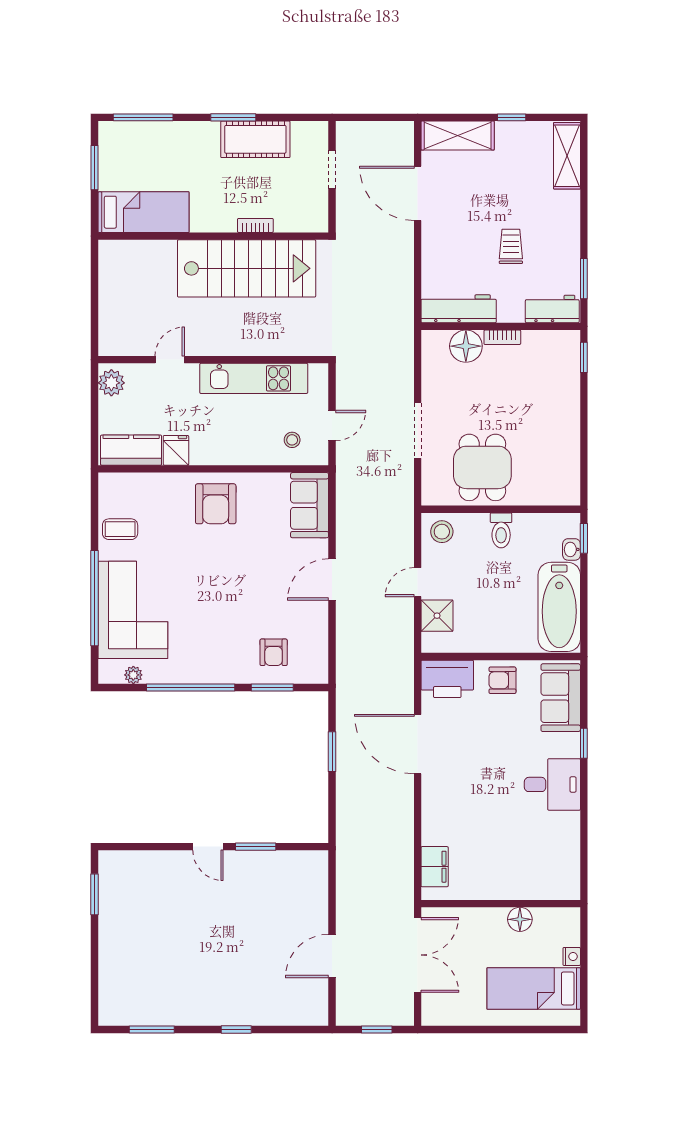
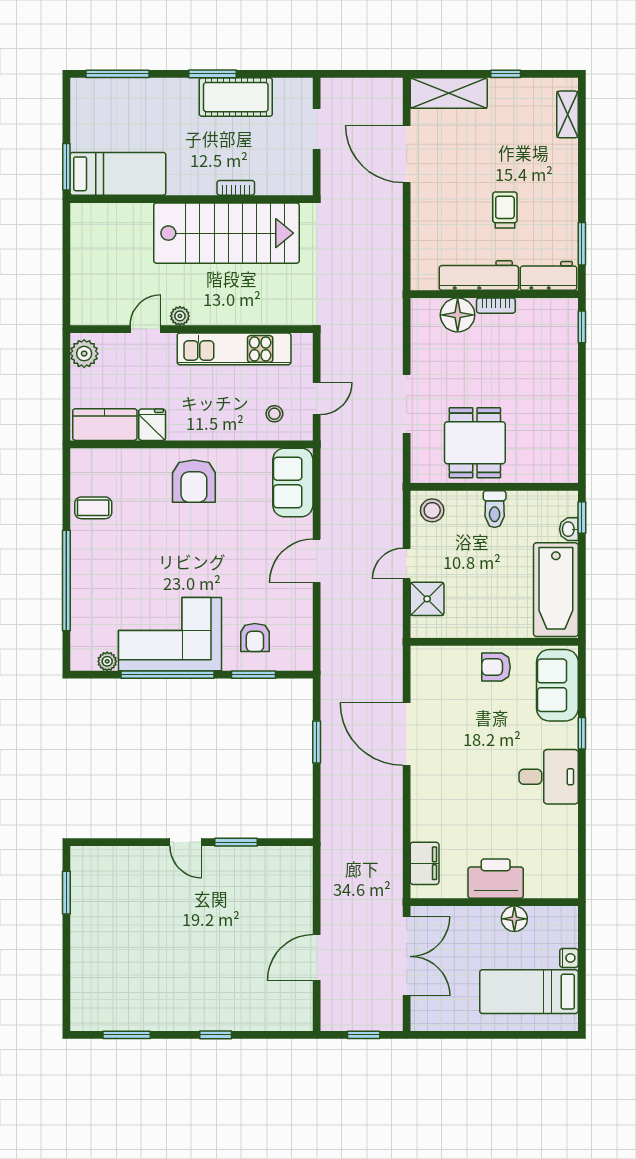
shelving: (567, 156) -> (568, 114), width x0.67, depth x0.75
window: (95, 168) -> (66, 167), moved
workbench: (459, 309) -> (479, 276), moved
plant: (202, 347) -> (180, 316), added
corner sofa: (133, 610) -> (170, 634), moved, turned -90
printer: (447, 679) -> (496, 879), moved, turned 180

